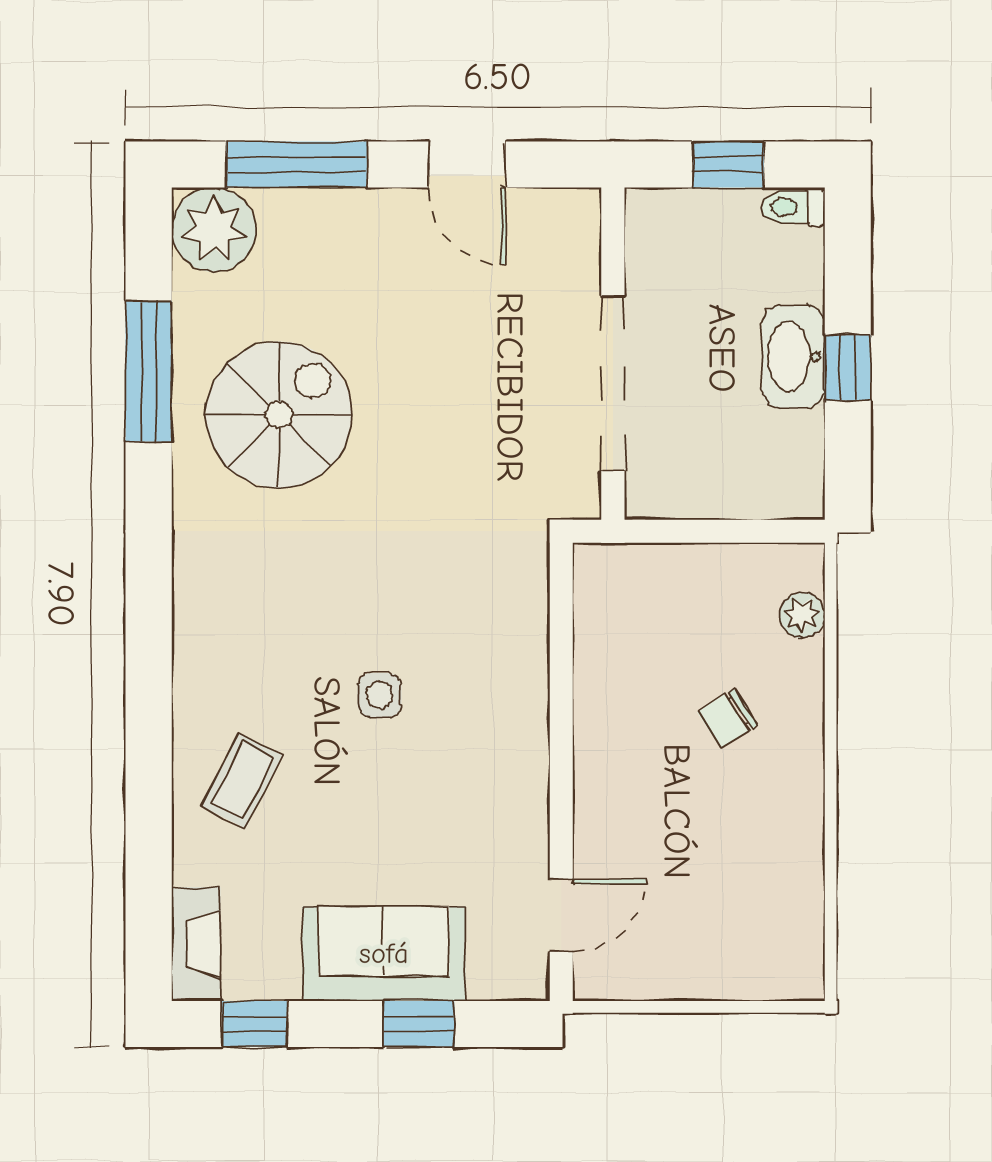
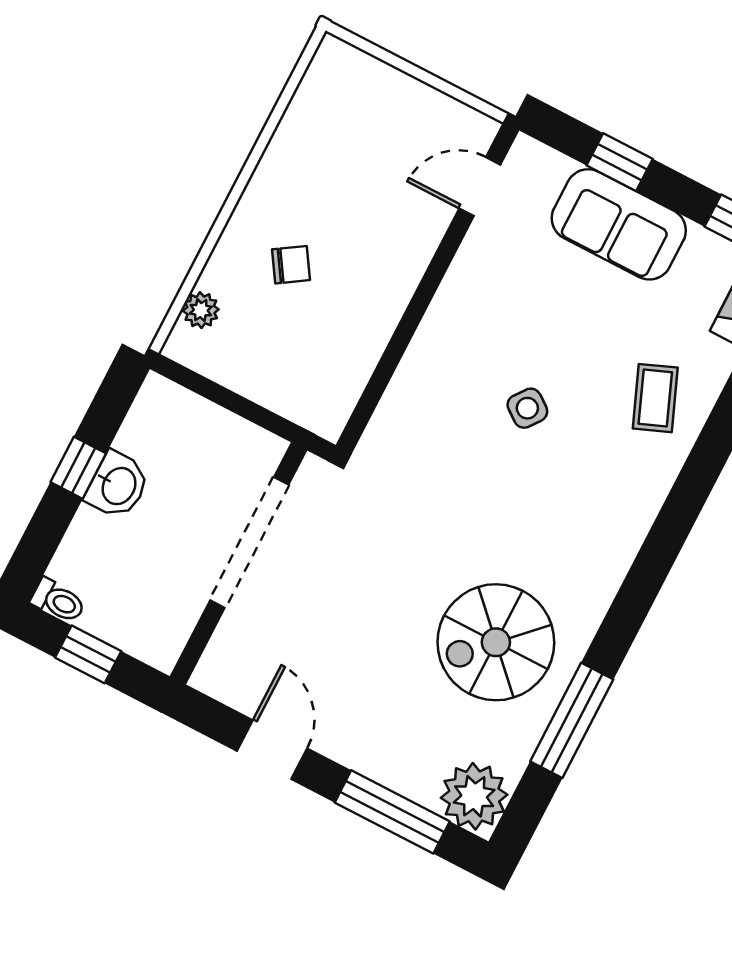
washbasin: (793, 357) -> (118, 485), width x0.72
side table: (379, 695) -> (527, 408), turned 37
coffee table: (242, 781) -> (655, 398), turned -49

